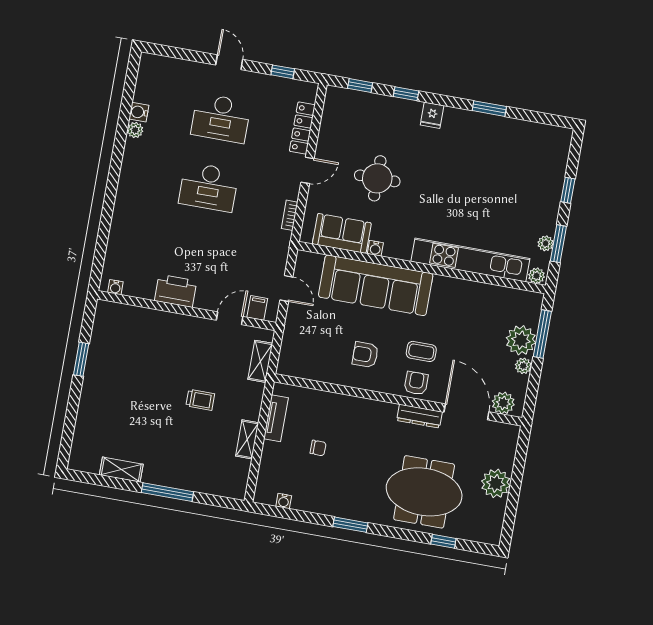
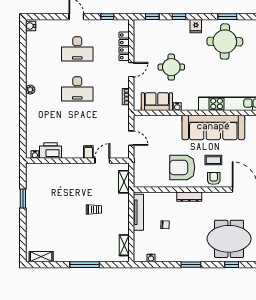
water cooler: (139, 112) -> (31, 26), moved
plant: (135, 130) -> (30, 90), moved
round table: (477, 151) -> (225, 42), added
sofa: (376, 285) -> (213, 127), moved
printer: (176, 291) -> (51, 151), moved
filing cabinet: (257, 308) -> (88, 152), moved
armchair: (365, 355) -> (182, 167), width x1.88, depth x1.88
dresser: (419, 416) -> (189, 197), moved
tv unit: (276, 418) -> (138, 212), width x1.41
shelving: (247, 439) -> (124, 245), moved
shelving: (121, 470) -> (41, 257), moved
window: (443, 541) -> (232, 265), moved

